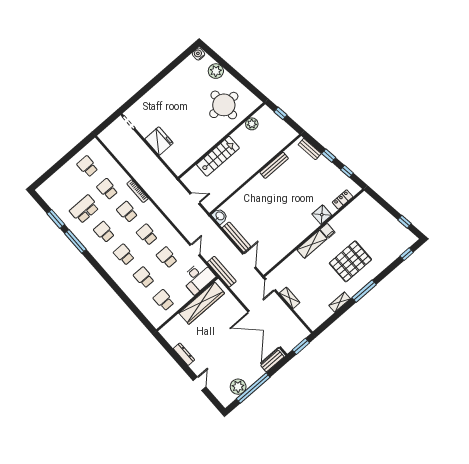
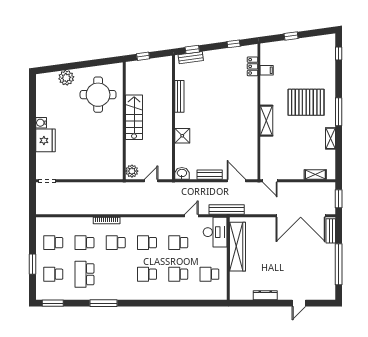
water cooler: (198, 54) -> (41, 123), moved
plant: (252, 124) -> (132, 171), moved
fridge: (159, 141) -> (45, 140), moved, turned 90
stairs: (218, 156) -> (134, 117), moved
window: (329, 156) -> (192, 49), moved
window: (59, 165) -> (32, 264), added
shower: (322, 215) -> (182, 136), moved
window: (56, 219) -> (53, 303), moved
window: (405, 222) -> (291, 36), moved
filing cabinet: (328, 231) -> (267, 70), moved
school desk: (104, 232) -> (53, 274), moved
bench: (236, 237) -> (210, 175), width x0.73
door: (195, 250) -> (191, 216), hinge flipped
pallet: (350, 261) -> (306, 102), turned 90
shelving: (290, 298) -> (315, 174), moved
door: (200, 384) -> (299, 303), swing flipped
plant: (238, 387) -> (327, 275), removed

